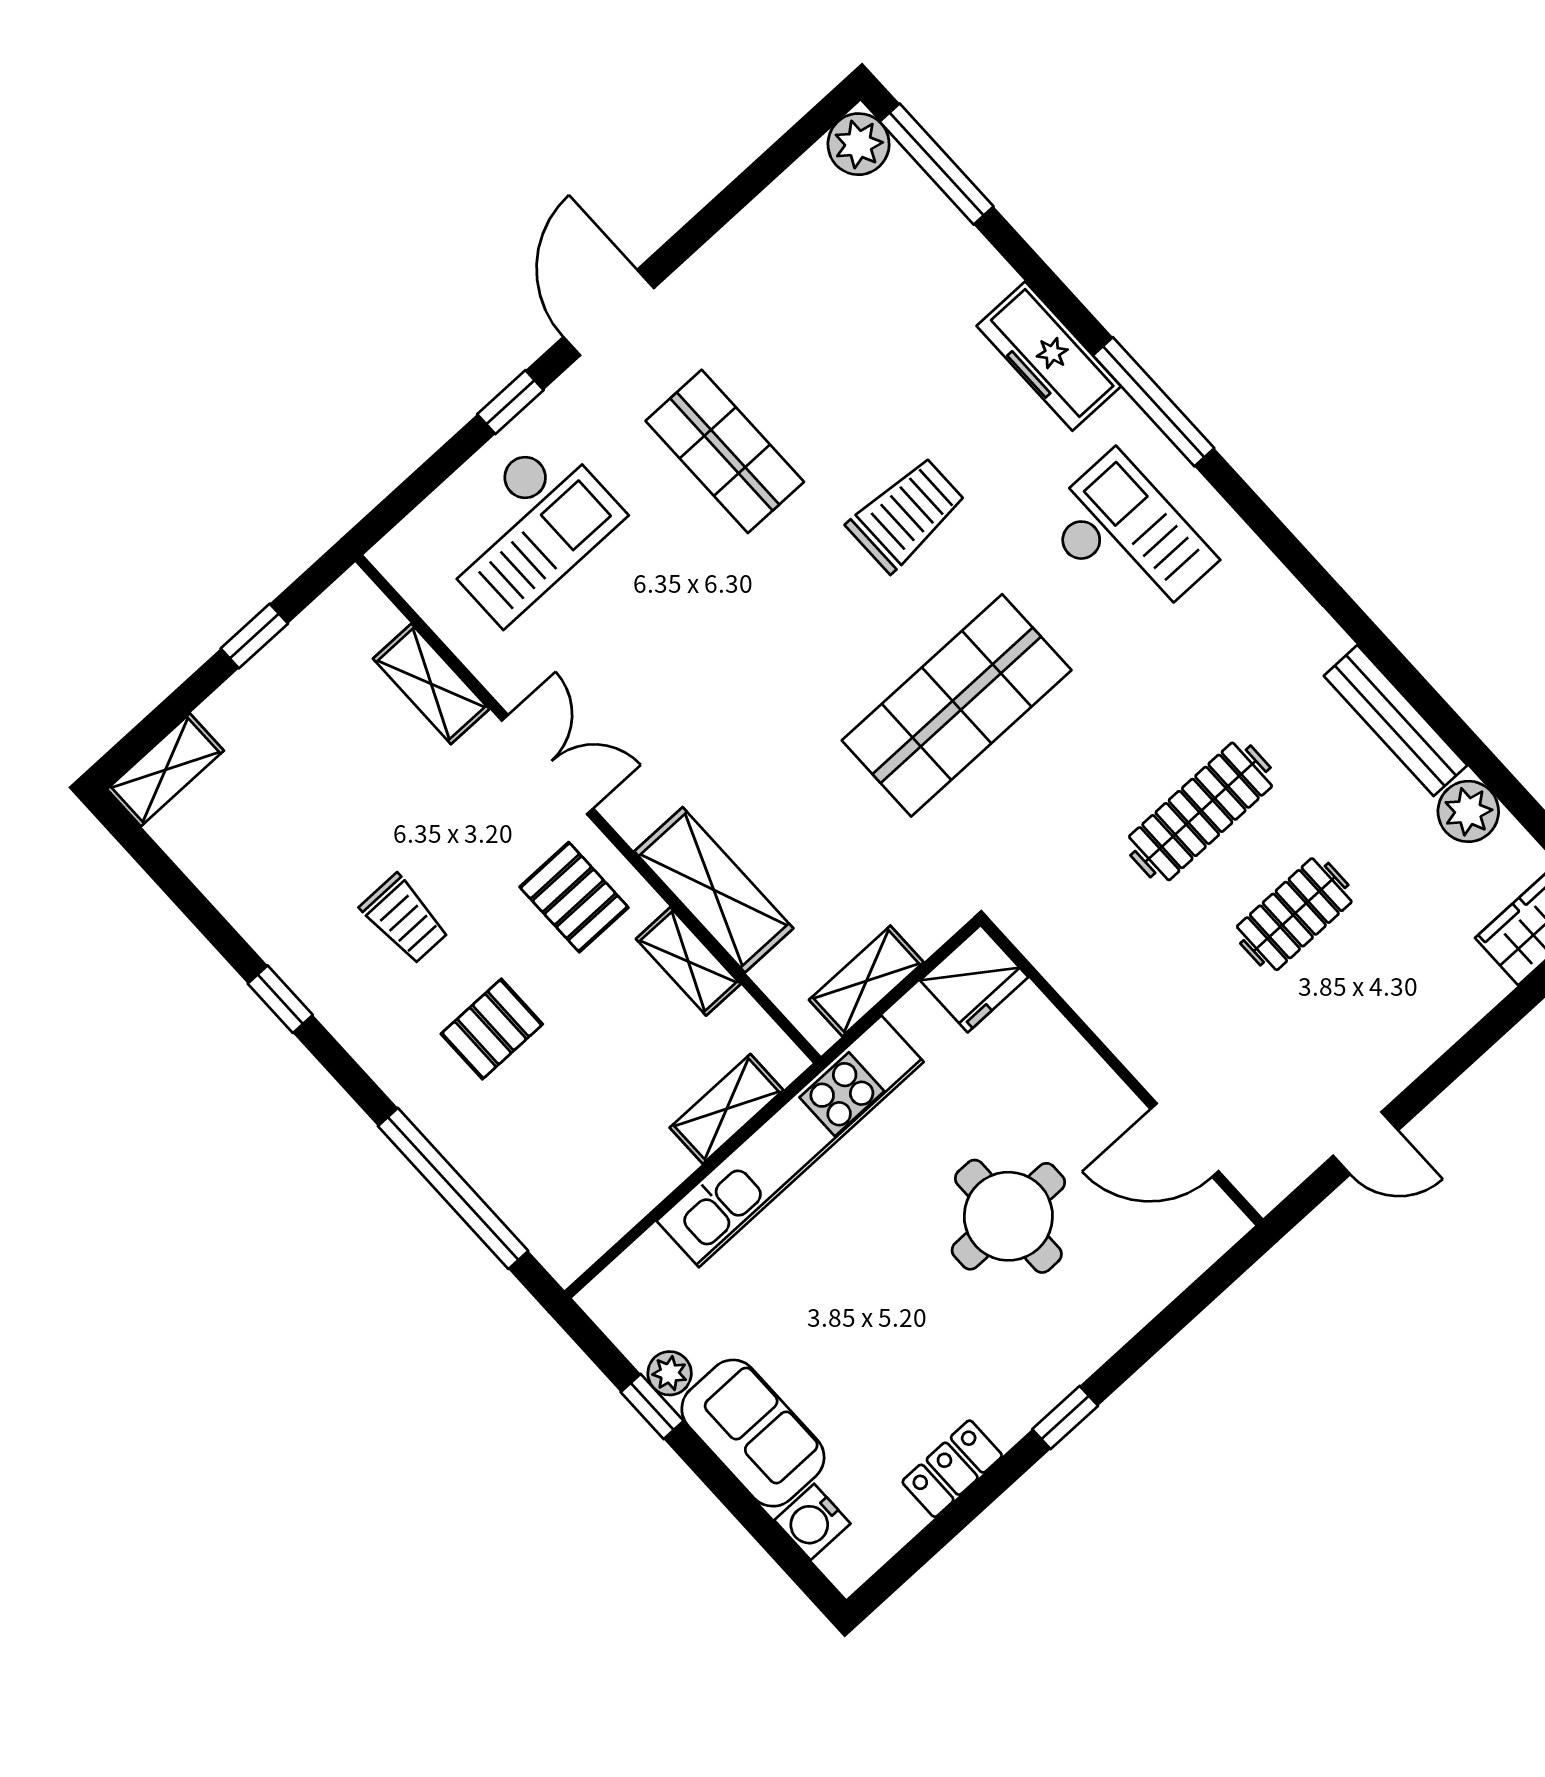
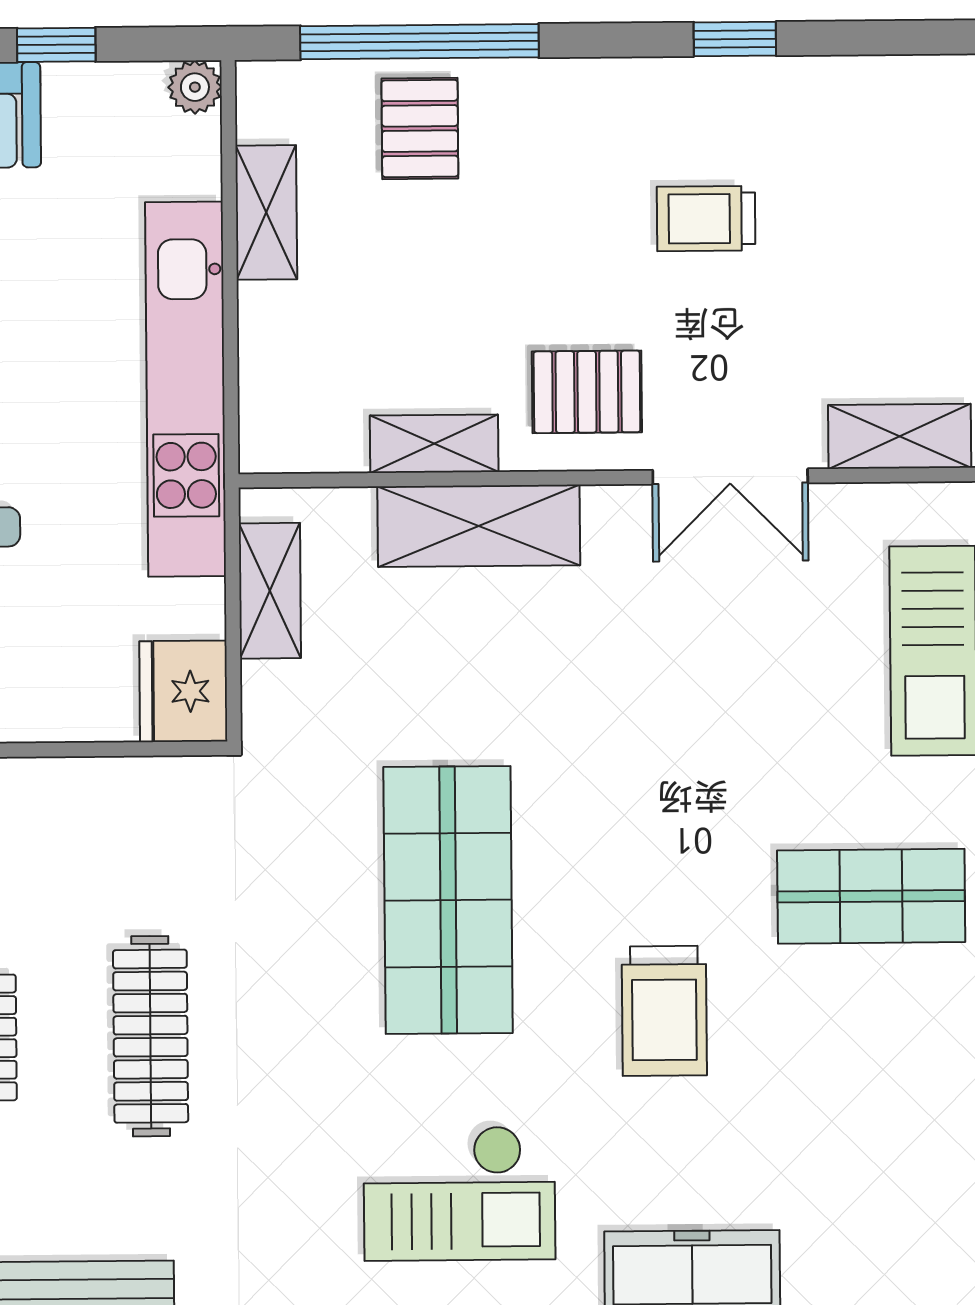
pallet: (492, 1029) -> (420, 128), moved
shelving: (727, 1109) -> (266, 212), moved
plant: (670, 1373) -> (195, 87), moved

